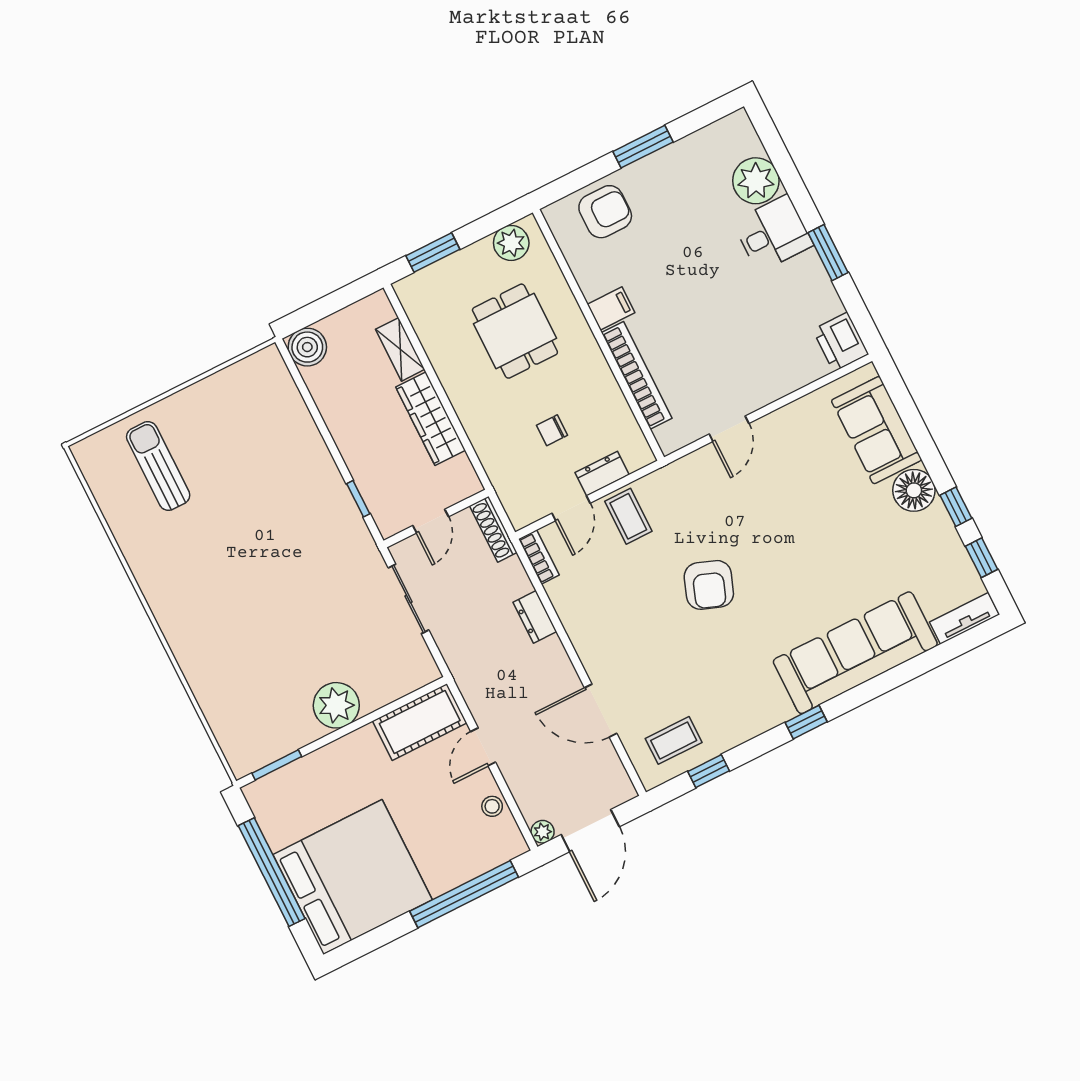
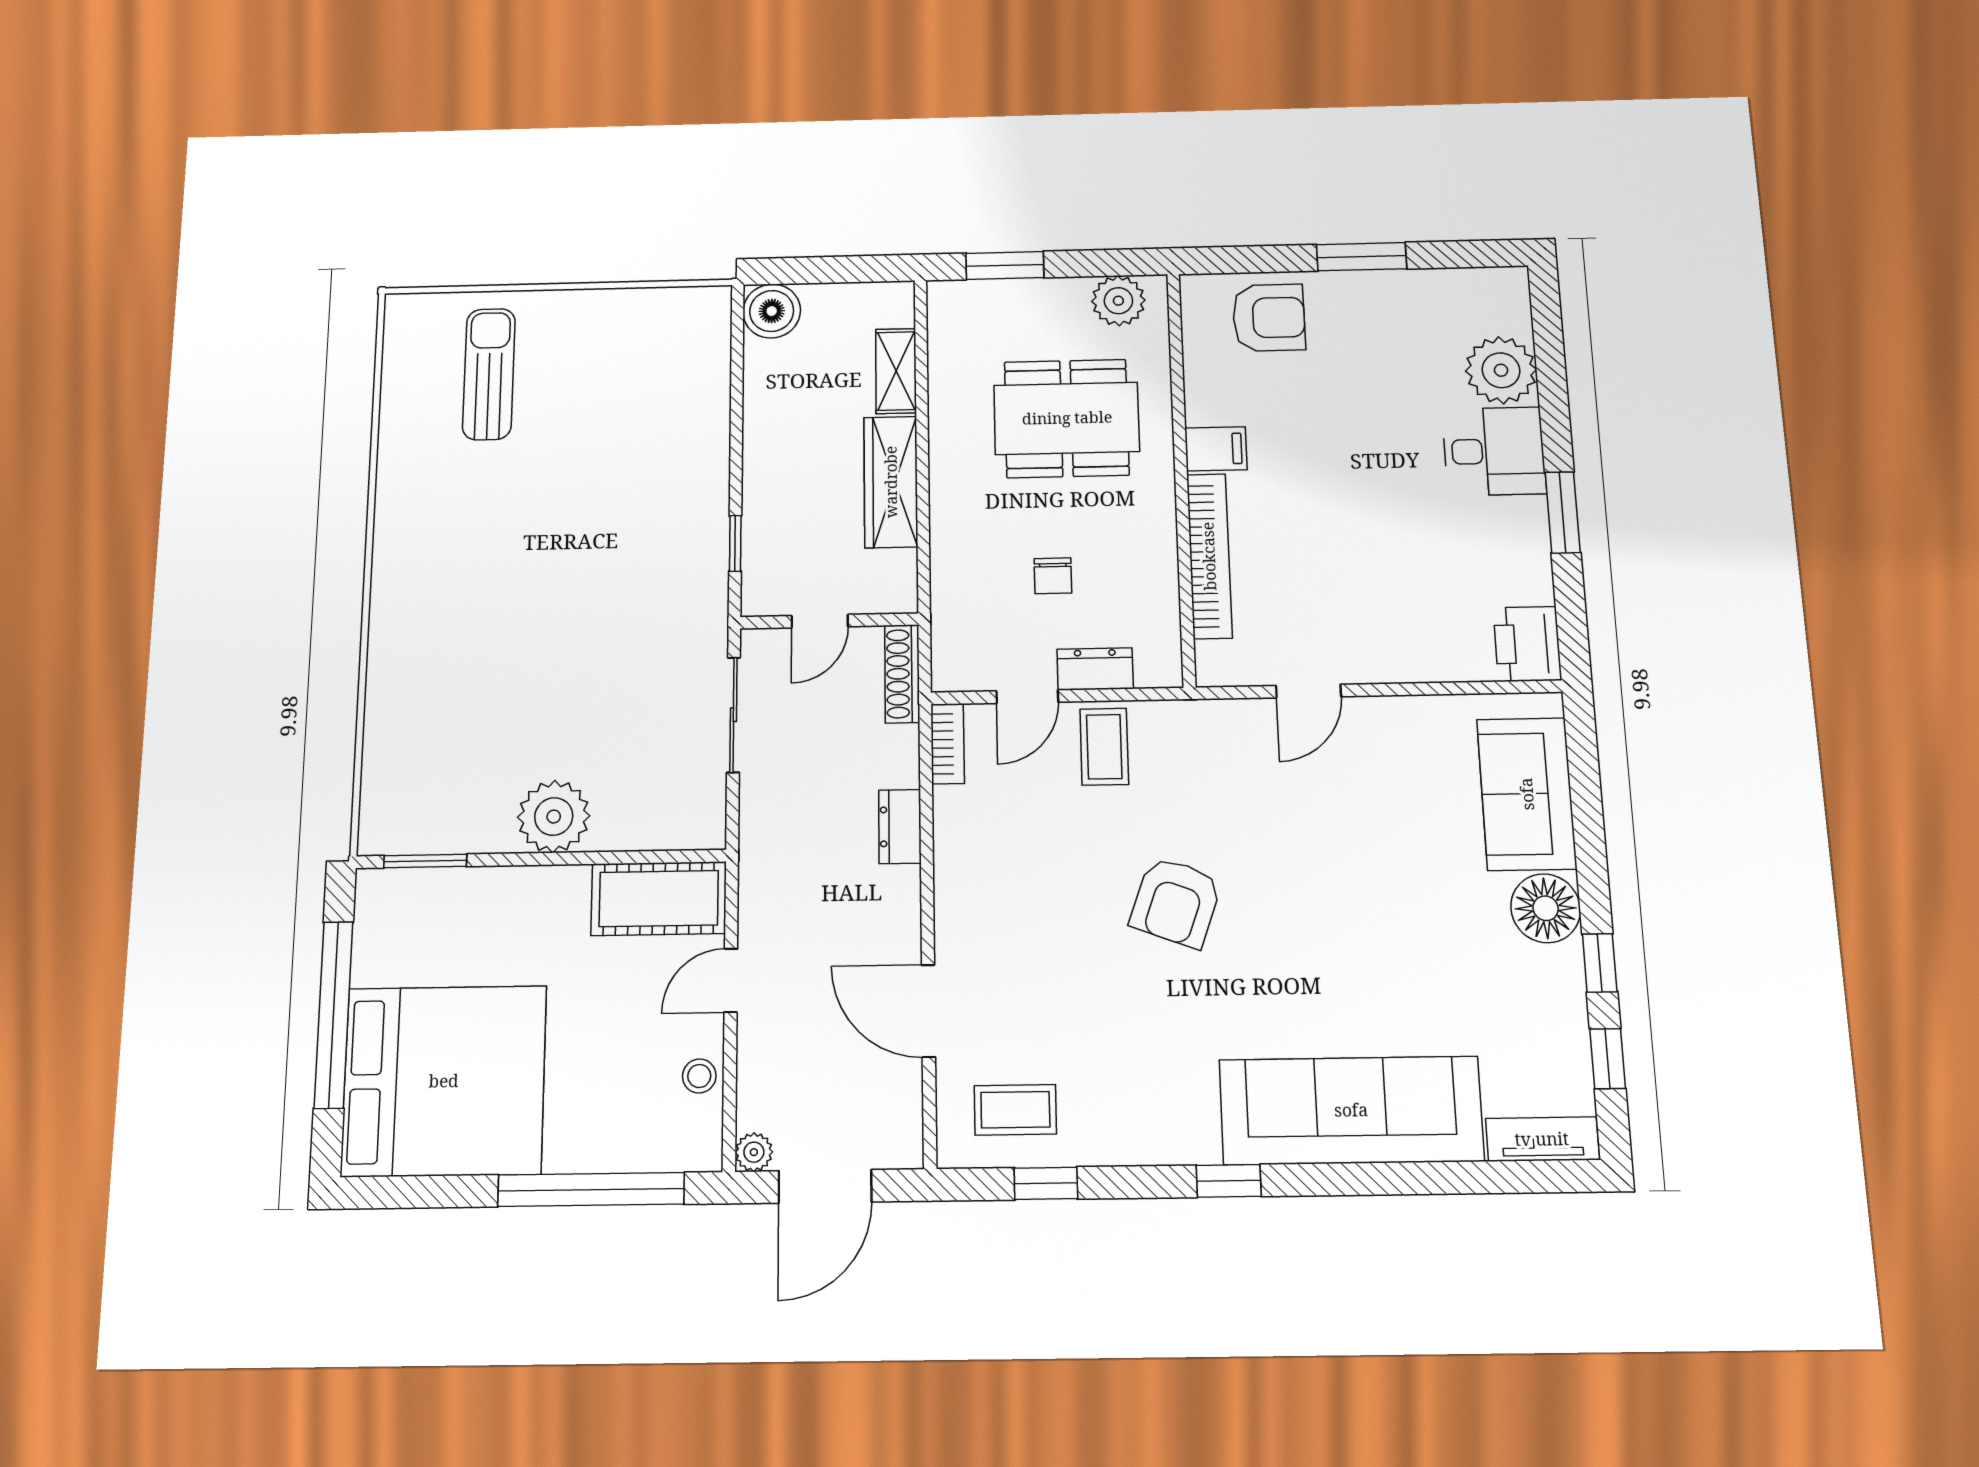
dining table: (515, 331) -> (1067, 418), width x1.38
chair: (552, 430) -> (1053, 576), turned -90

